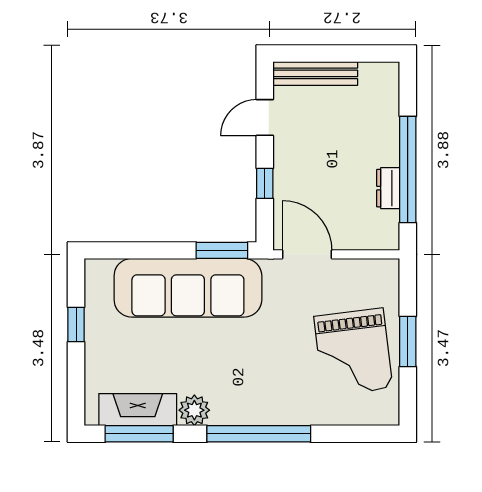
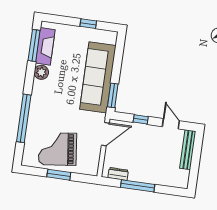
window: (408, 170) -> (138, 186), width x0.68
dresser: (388, 188) -> (118, 174), moved
window: (259, 434) -> (24, 118), moved

